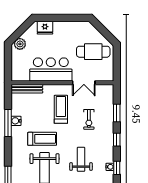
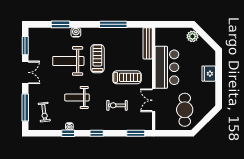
fridge: (45, 28) -> (209, 74), moved
window: (117, 113) -> (136, 133), moved
water cooler: (16, 121) -> (76, 32), moved
treadmill: (42, 139) -> (97, 59), turned 180
weight bench: (81, 159) -> (77, 97), turned 180

